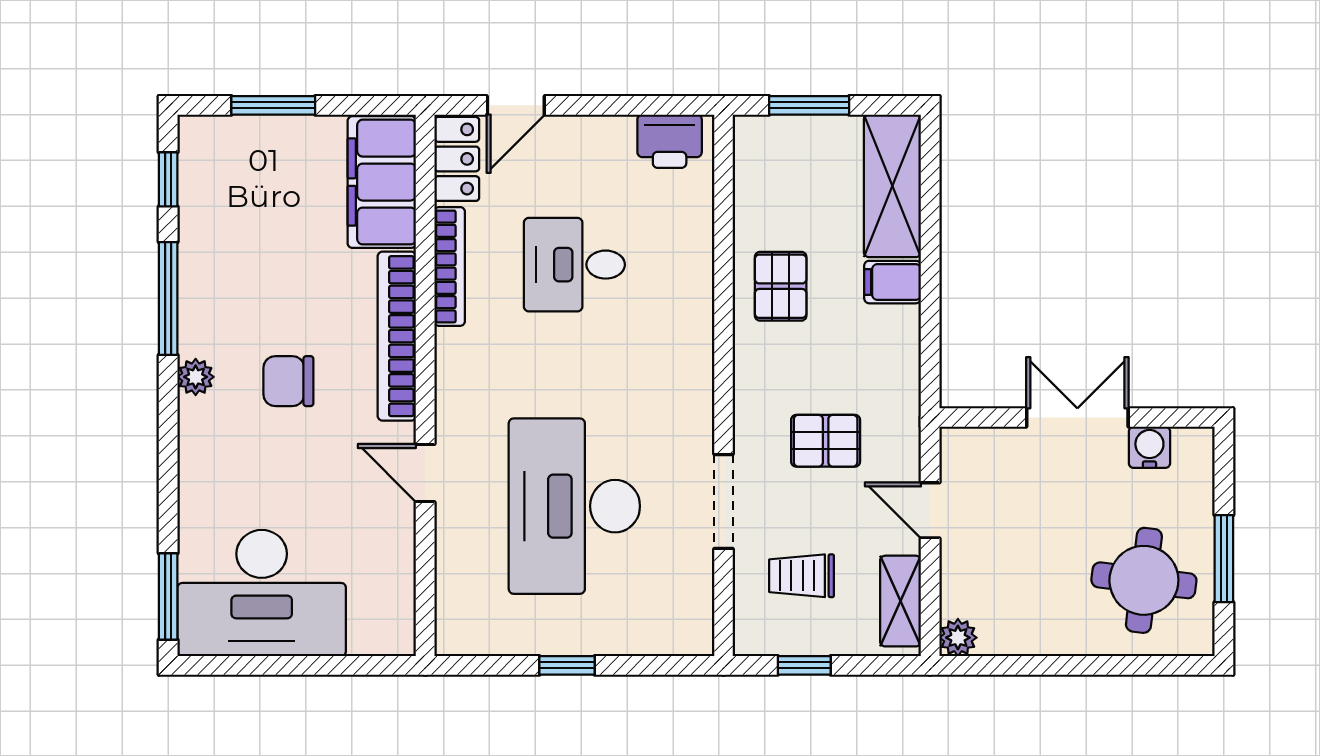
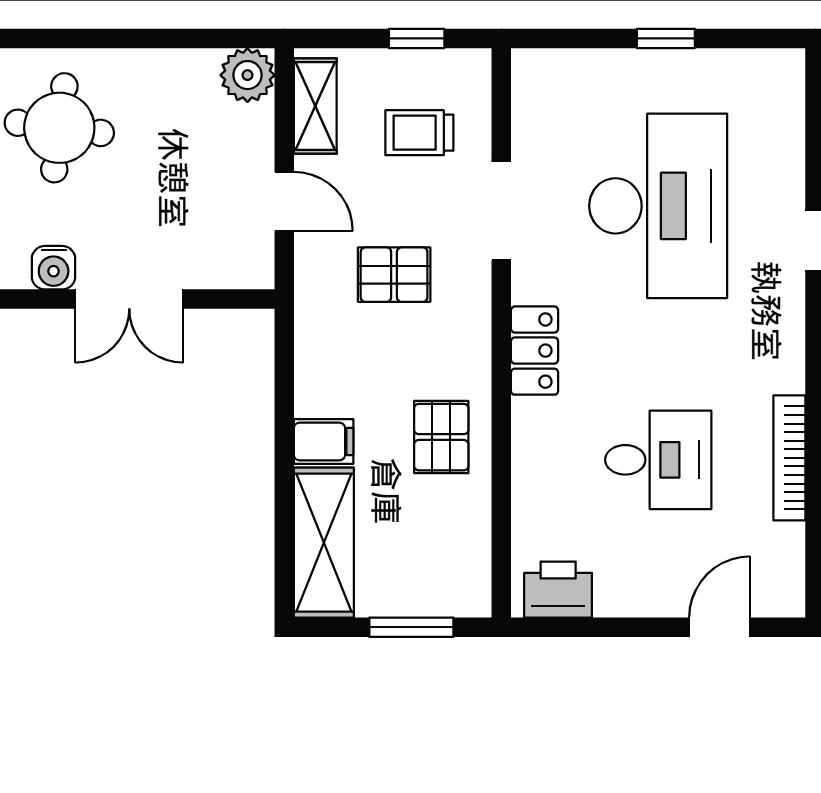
locker: (457, 159) -> (535, 351), moved, turned 180
trolley: (801, 576) -> (419, 133), turned 180
plant: (958, 638) -> (247, 75), width x1.38, depth x1.38

